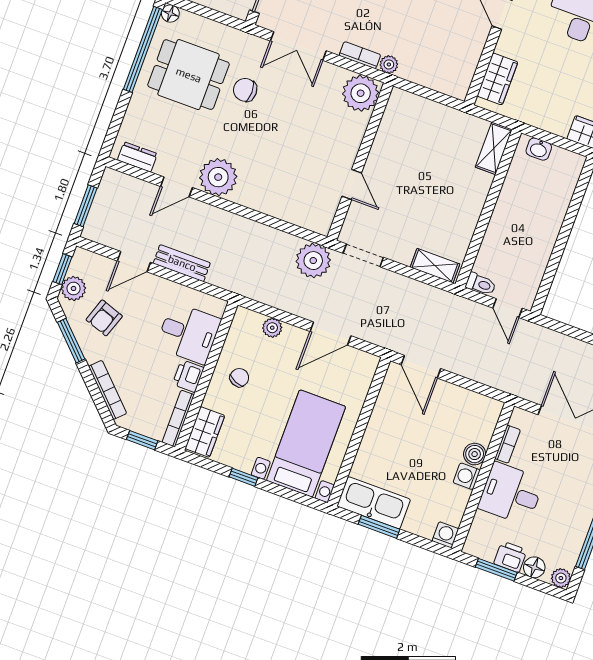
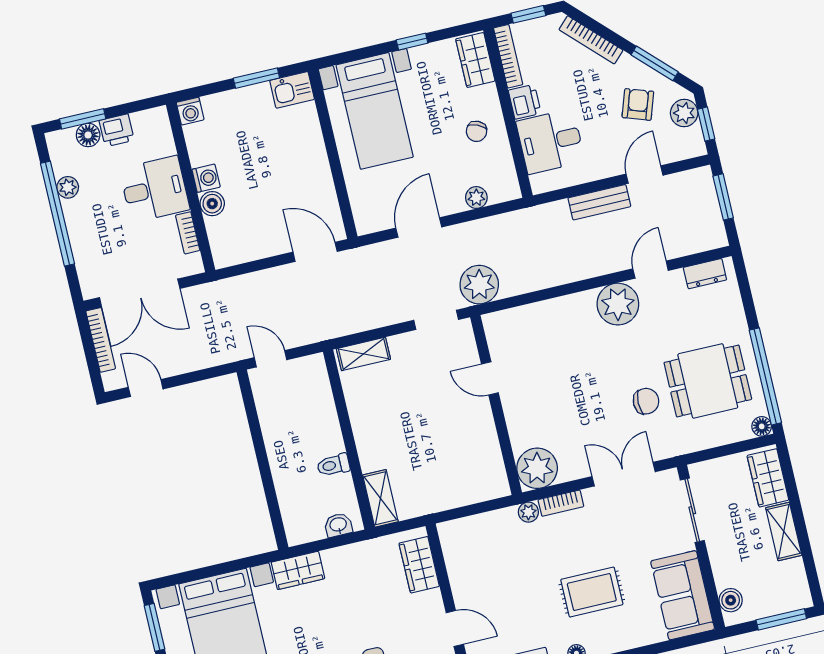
toilet: (481, 284) -> (333, 465), moved
kitchen sink: (374, 503) -> (292, 90), width x0.53, depth x0.81
window: (496, 570) -> (83, 119), moved
plant: (561, 578) -> (68, 187), moved

